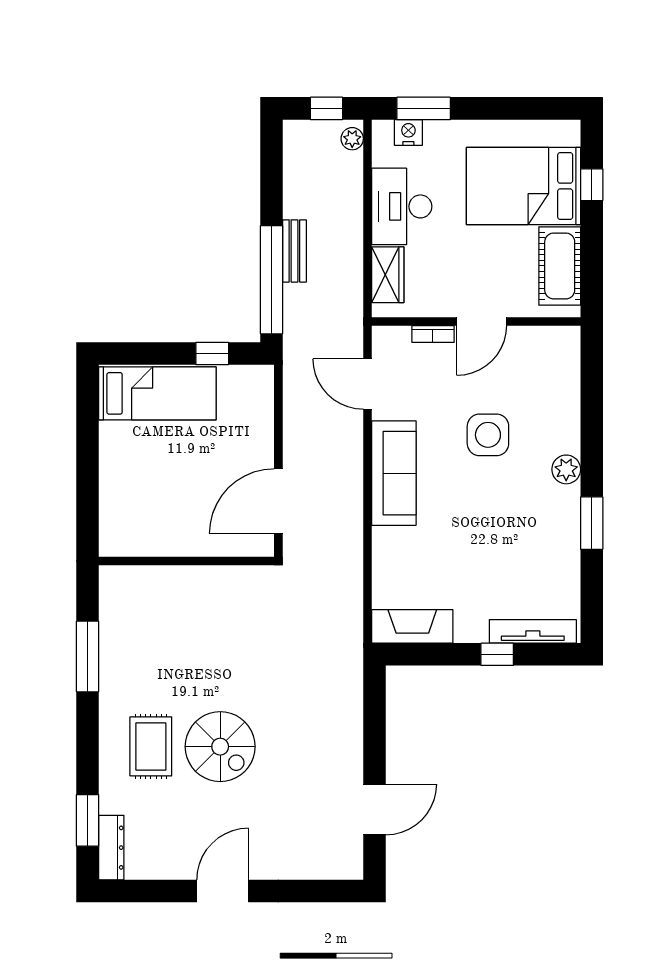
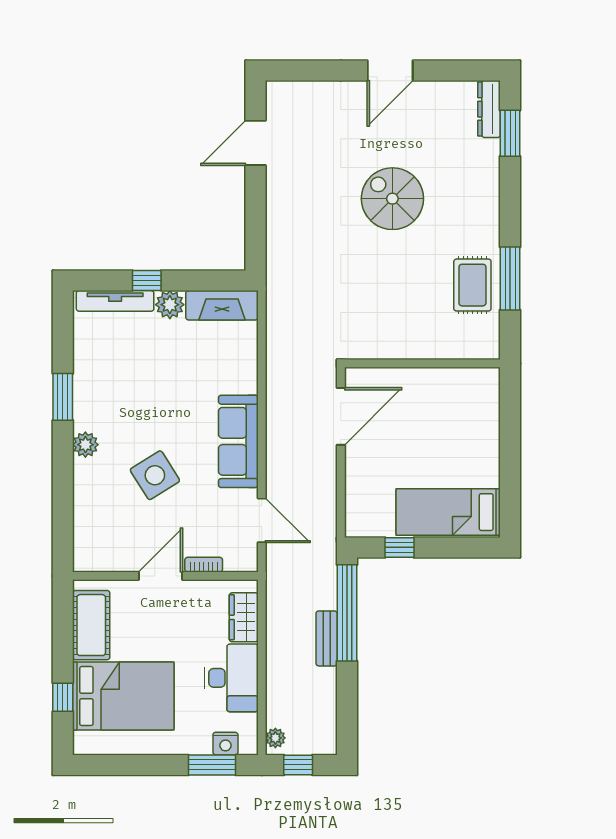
side table: (488, 435) -> (155, 475), turned -32
plant: (471, 627) -> (170, 305), added
rug: (151, 746) -> (472, 285), moved

